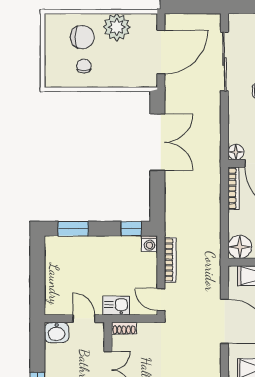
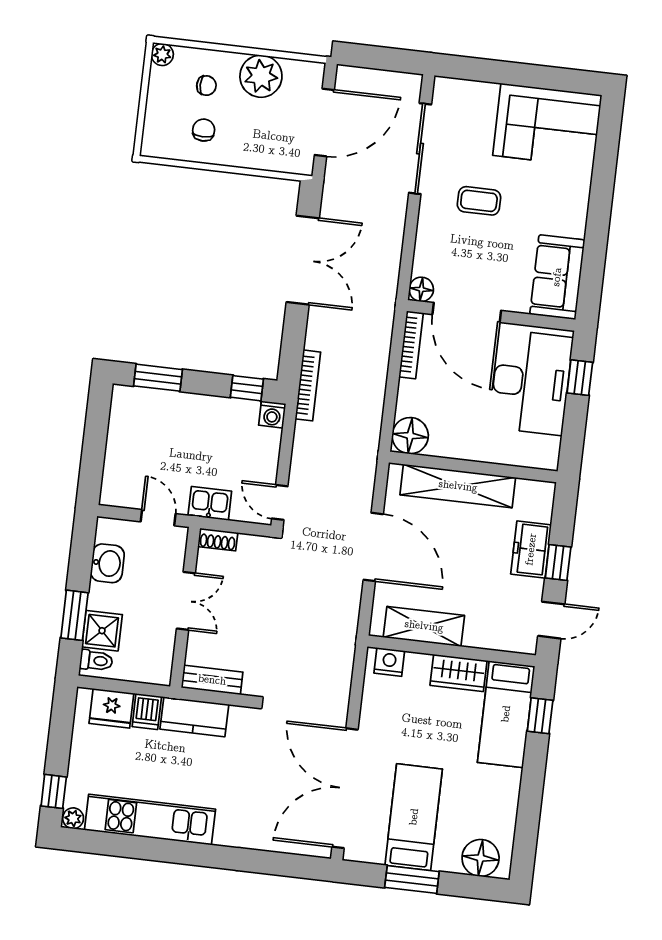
plant: (52, 21) -> (162, 55), added
chair: (82, 37) -> (206, 86), width x0.54, depth x0.54
bookcase: (170, 260) -> (308, 385), moved
washbasin: (57, 332) -> (107, 563), moved, turned -90

